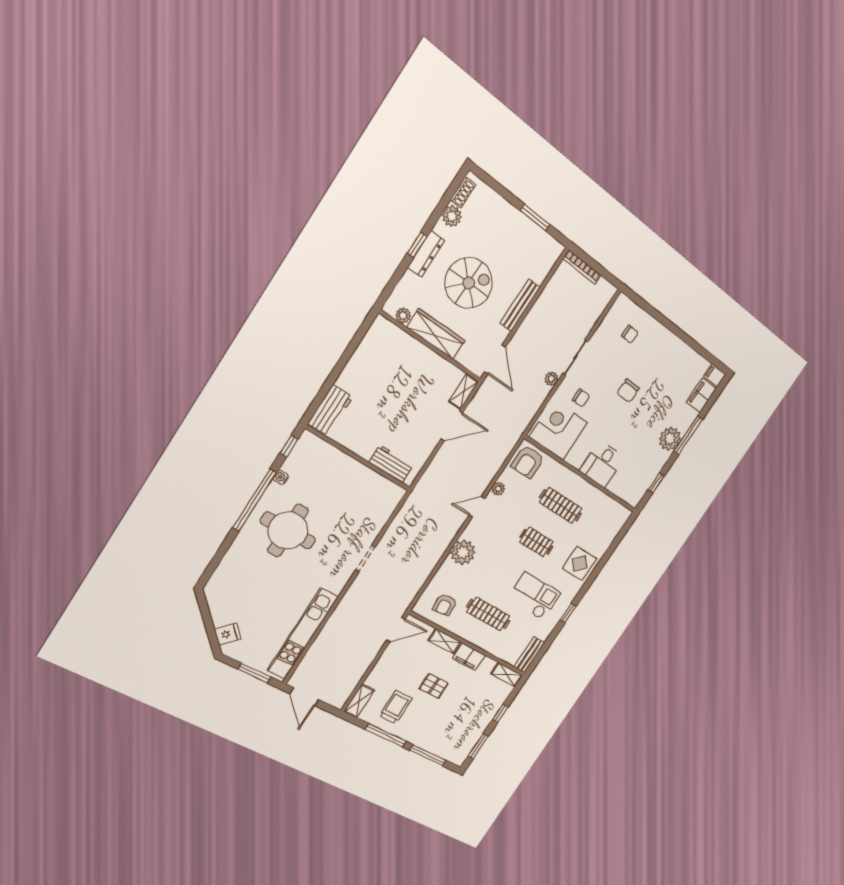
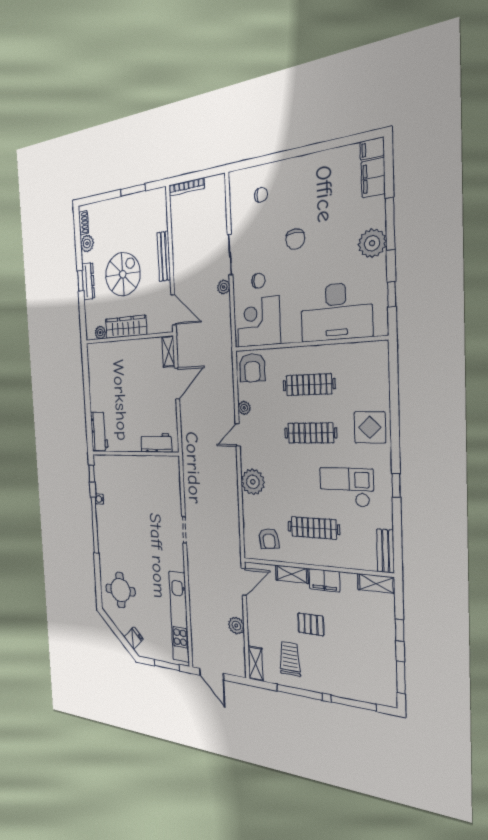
desk: (602, 464) -> (336, 312), width x1.87, depth x1.30
round table: (288, 530) -> (120, 590), moved, width x0.73, depth x0.73
clothes rail: (536, 542) -> (310, 433), width x1.36
plant: (362, 663) -> (236, 626), added

